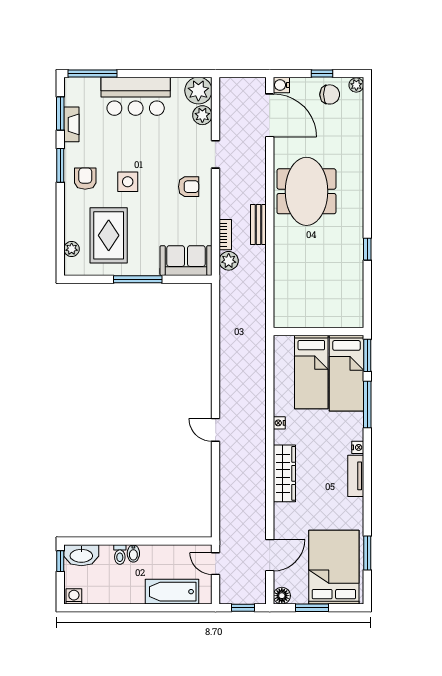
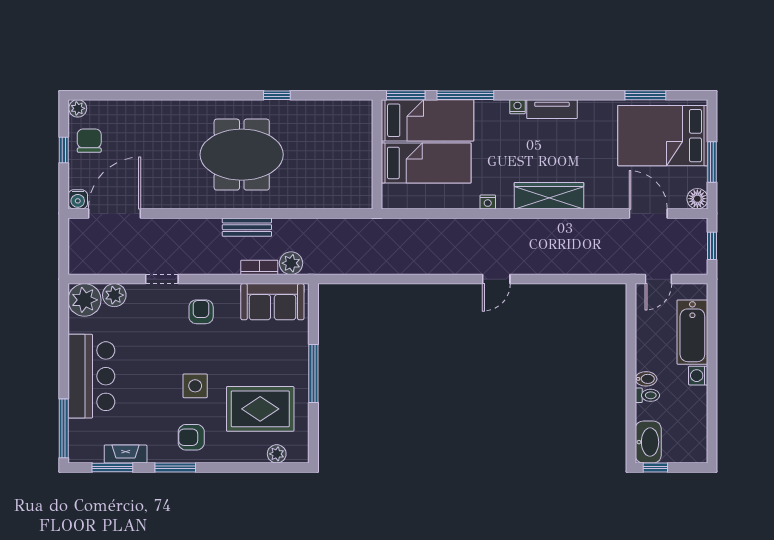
meeting table: (306, 191) -> (242, 155), moved
sofa: (186, 261) -> (272, 302), moved, turned -90
washing machine: (74, 596) -> (698, 376), moved

